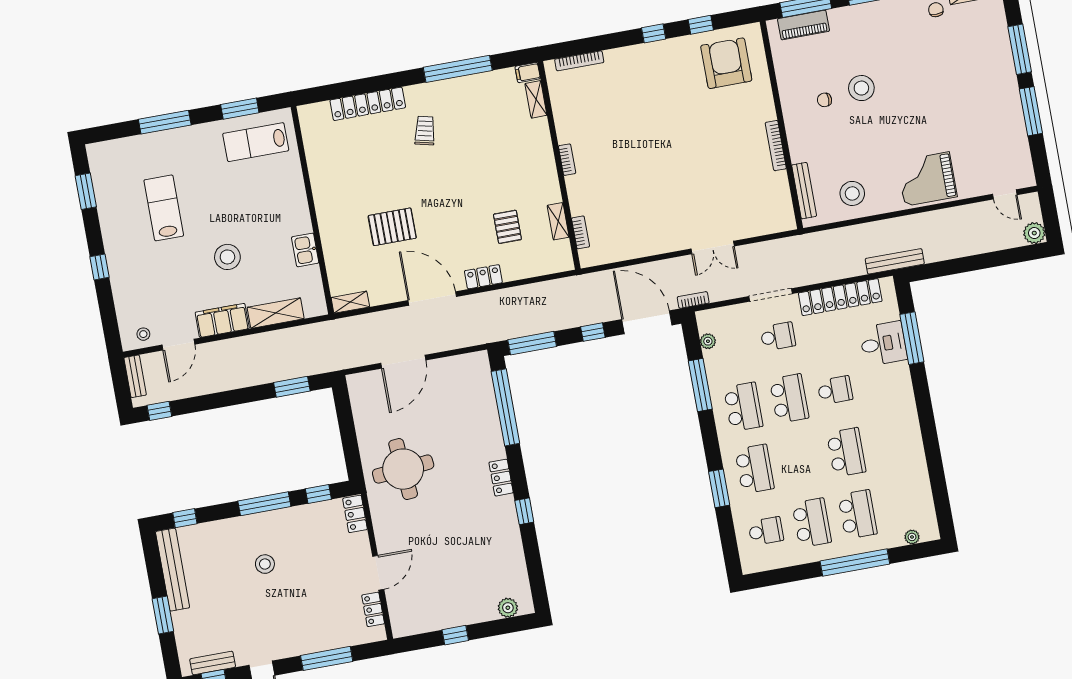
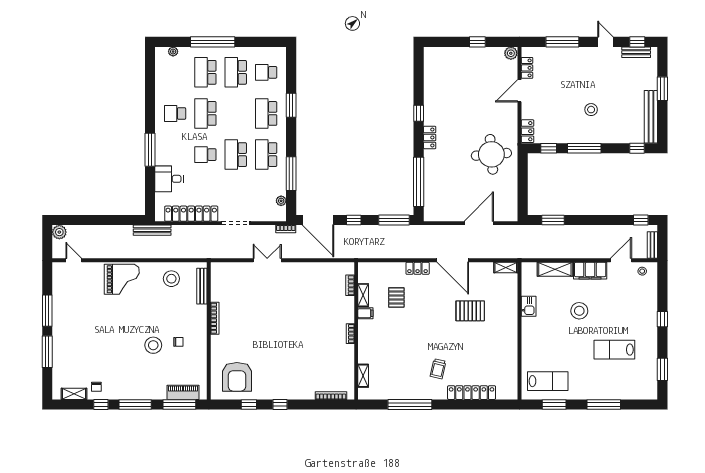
filing cabinet: (528, 73) -> (365, 313), moved
lab bench: (164, 208) -> (614, 350), turned 90
school desk: (778, 336) -> (175, 113), moved
window: (912, 338) -> (150, 150), moved
plant: (508, 608) -> (511, 53), moved

